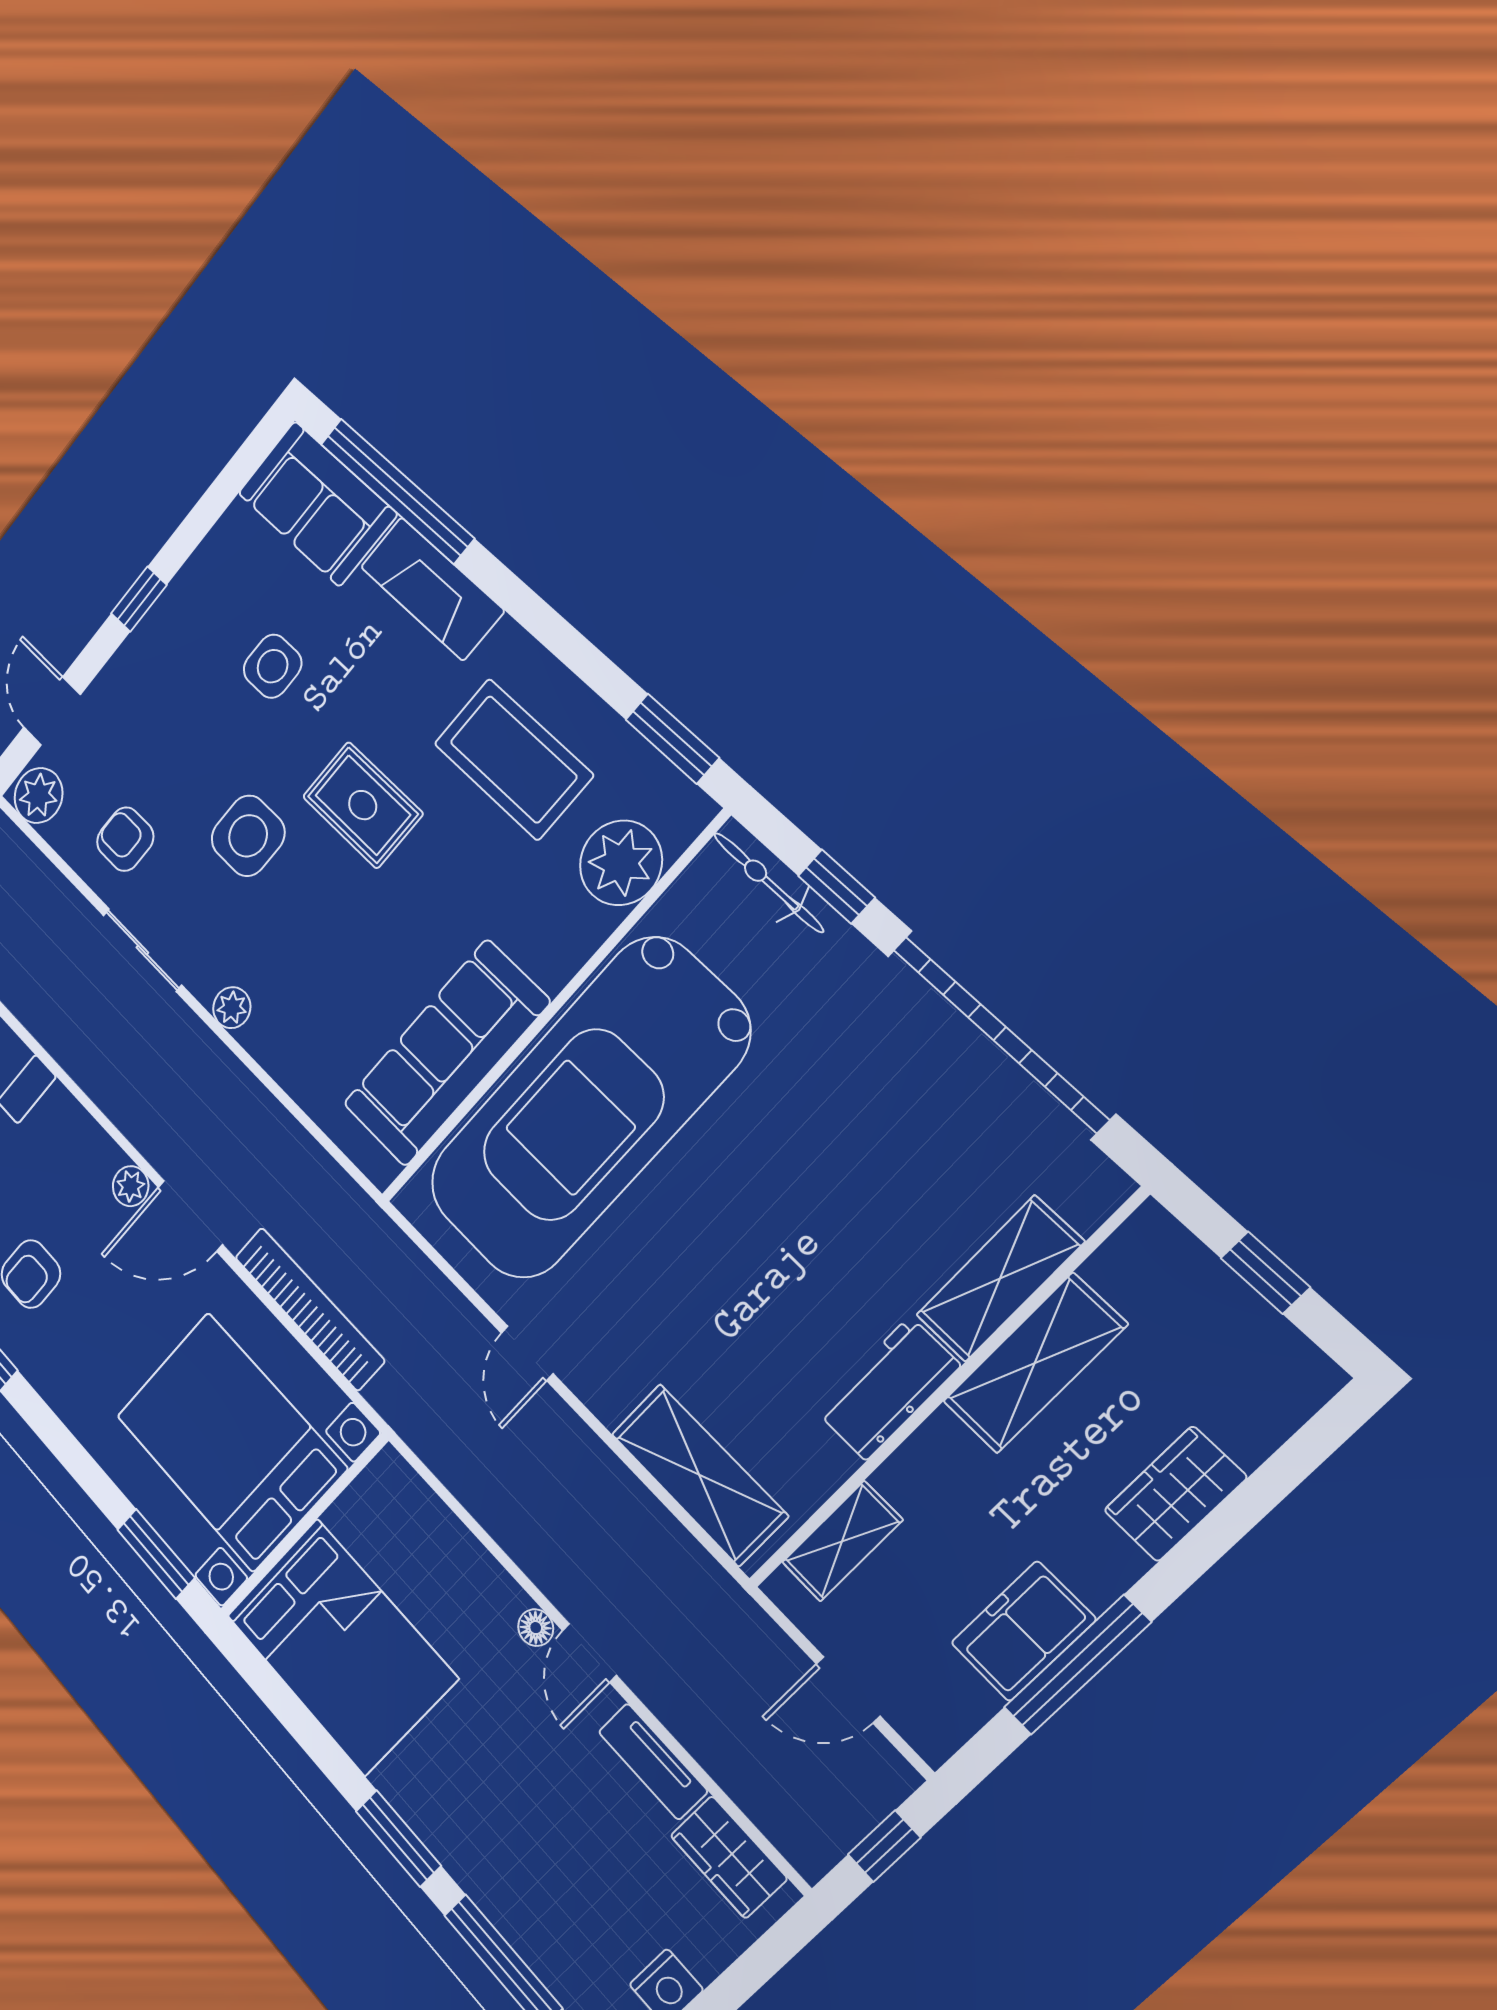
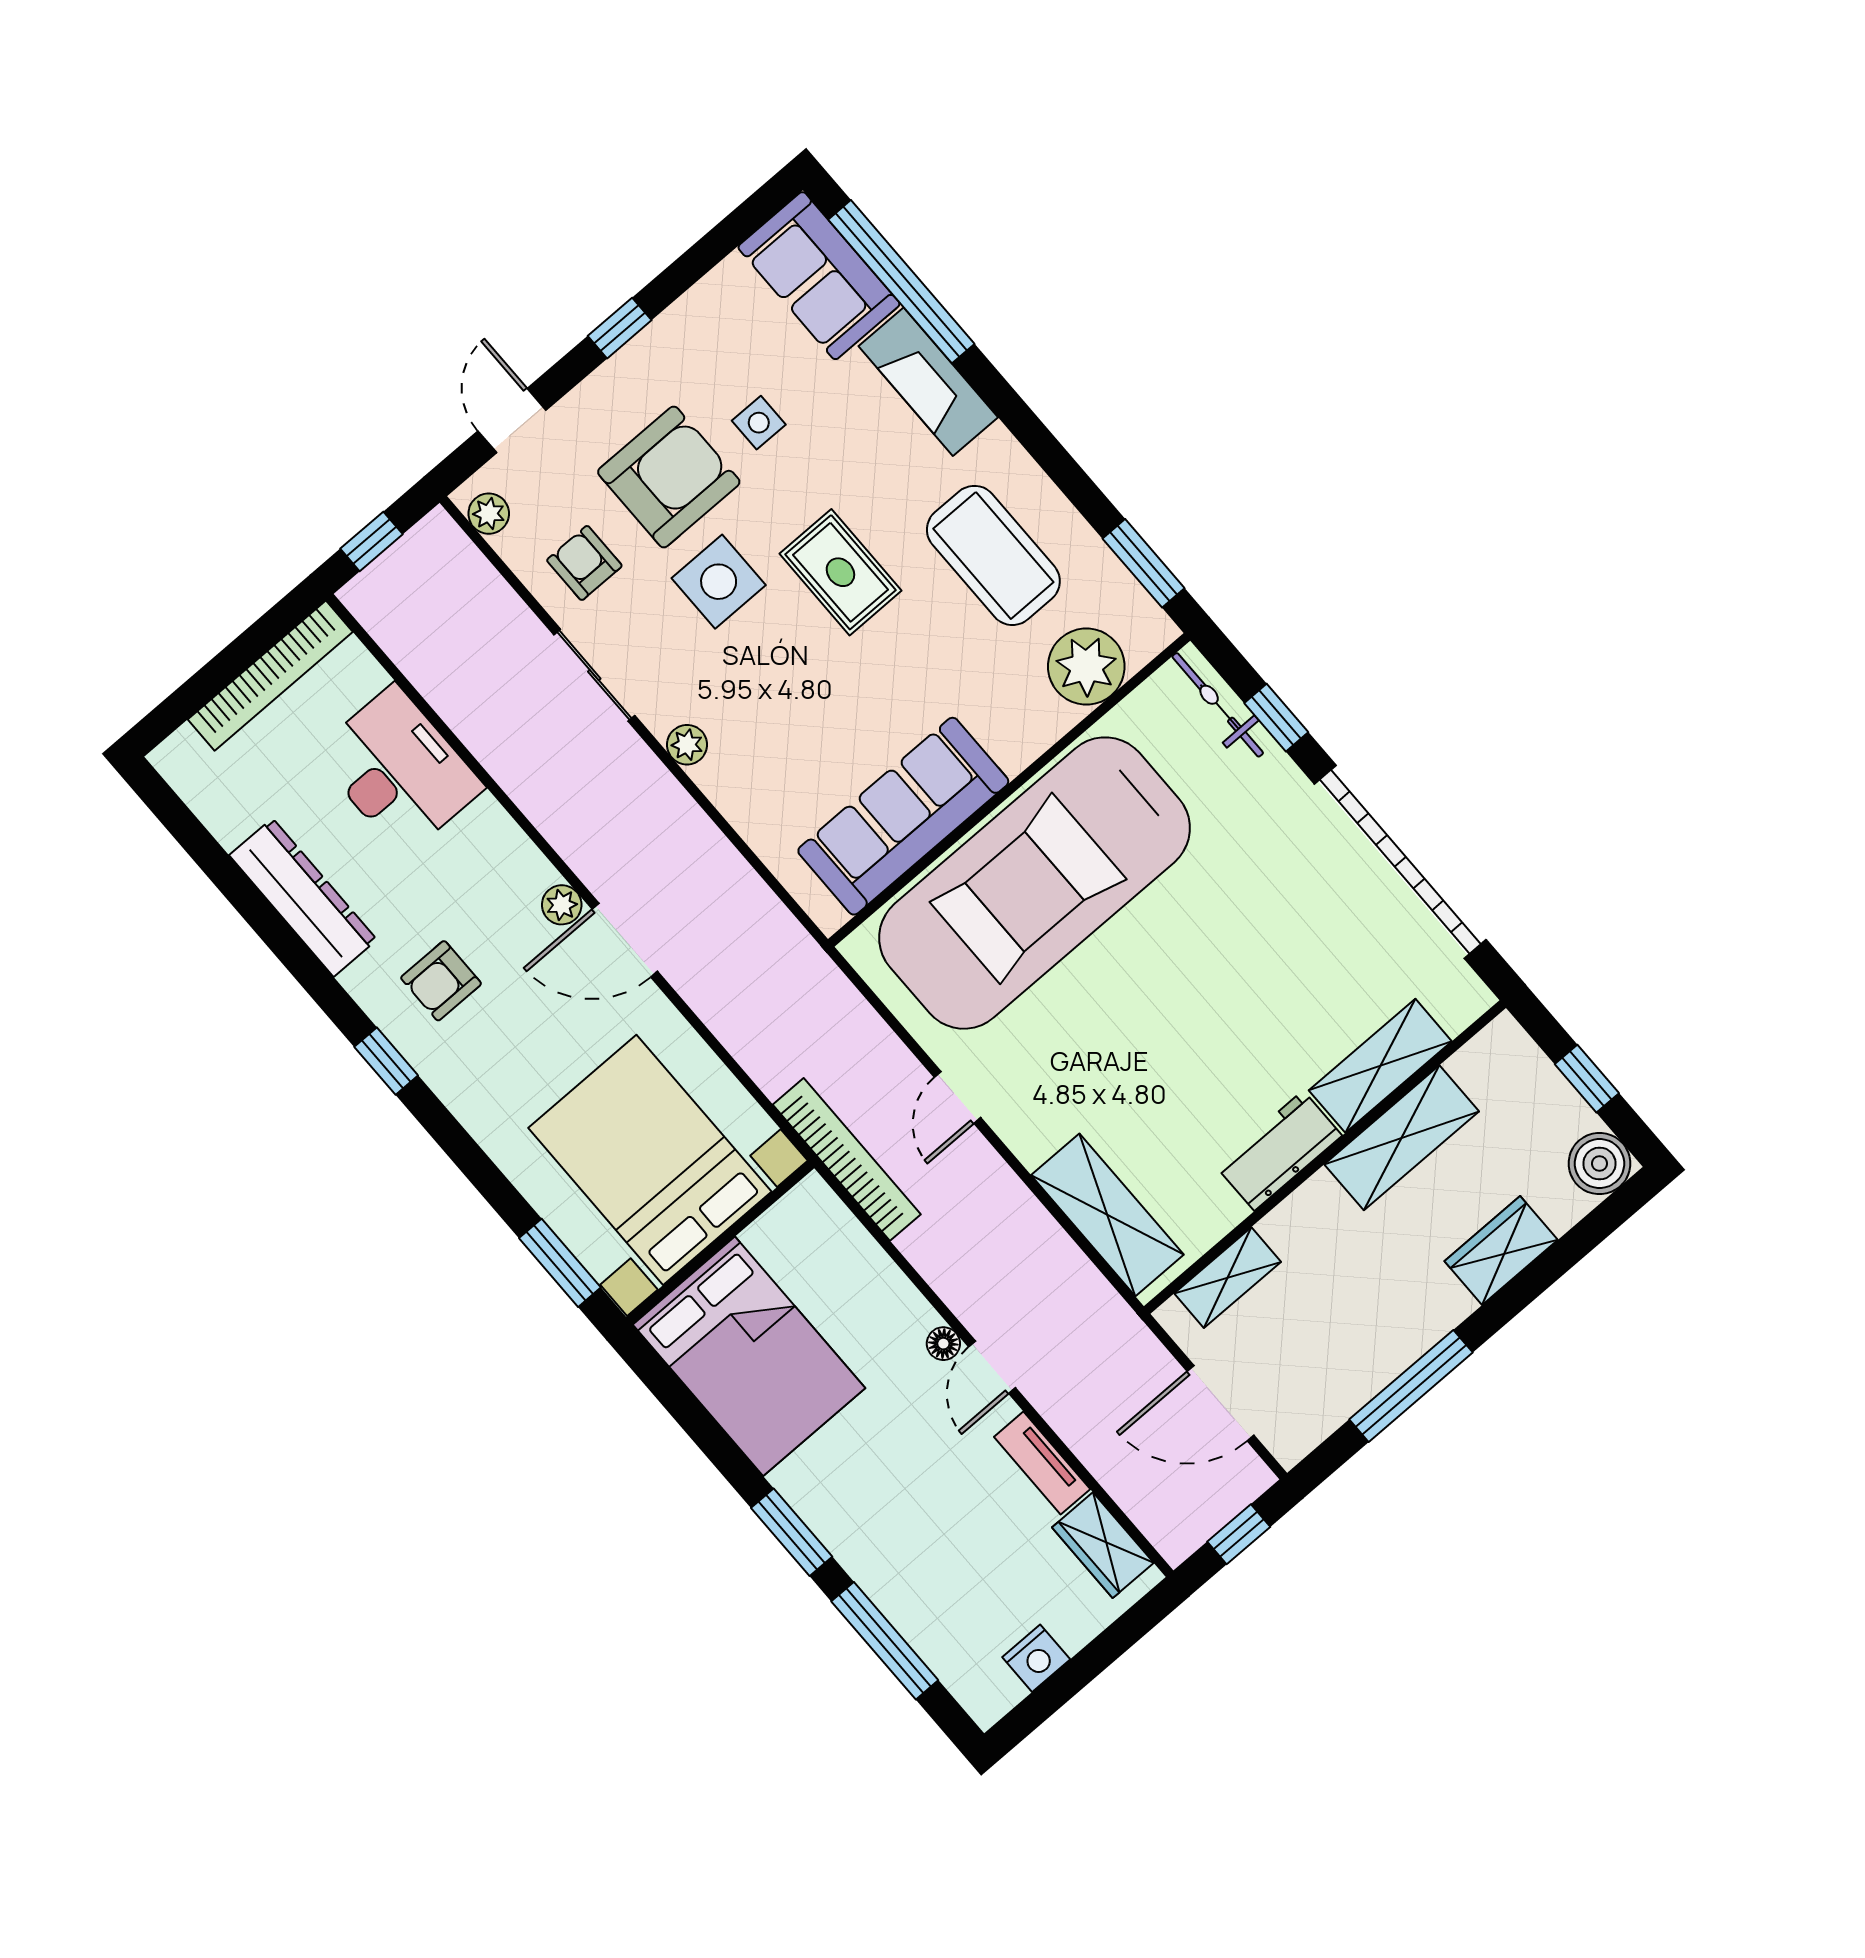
side table: (273, 666) -> (759, 423), width x0.73, depth x0.73
armchair: (194, 738) -> (669, 477), added
plant: (39, 795) -> (489, 514), width x0.73, depth x0.73
bookcase: (309, 1309) -> (847, 1159), moved
boiler: (1294, 1378) -> (1599, 1164), added
freezer: (1023, 1631) -> (1371, 1357), removed
door: (848, 1690) -> (1221, 1403), width x1.38

